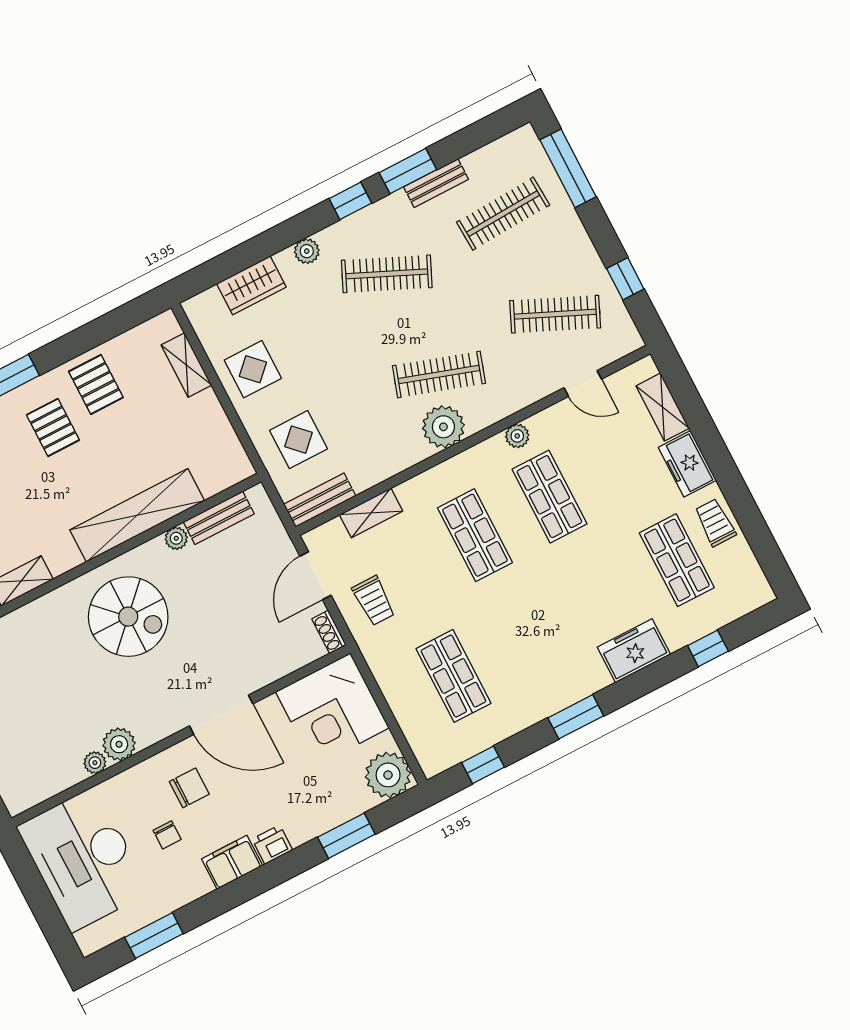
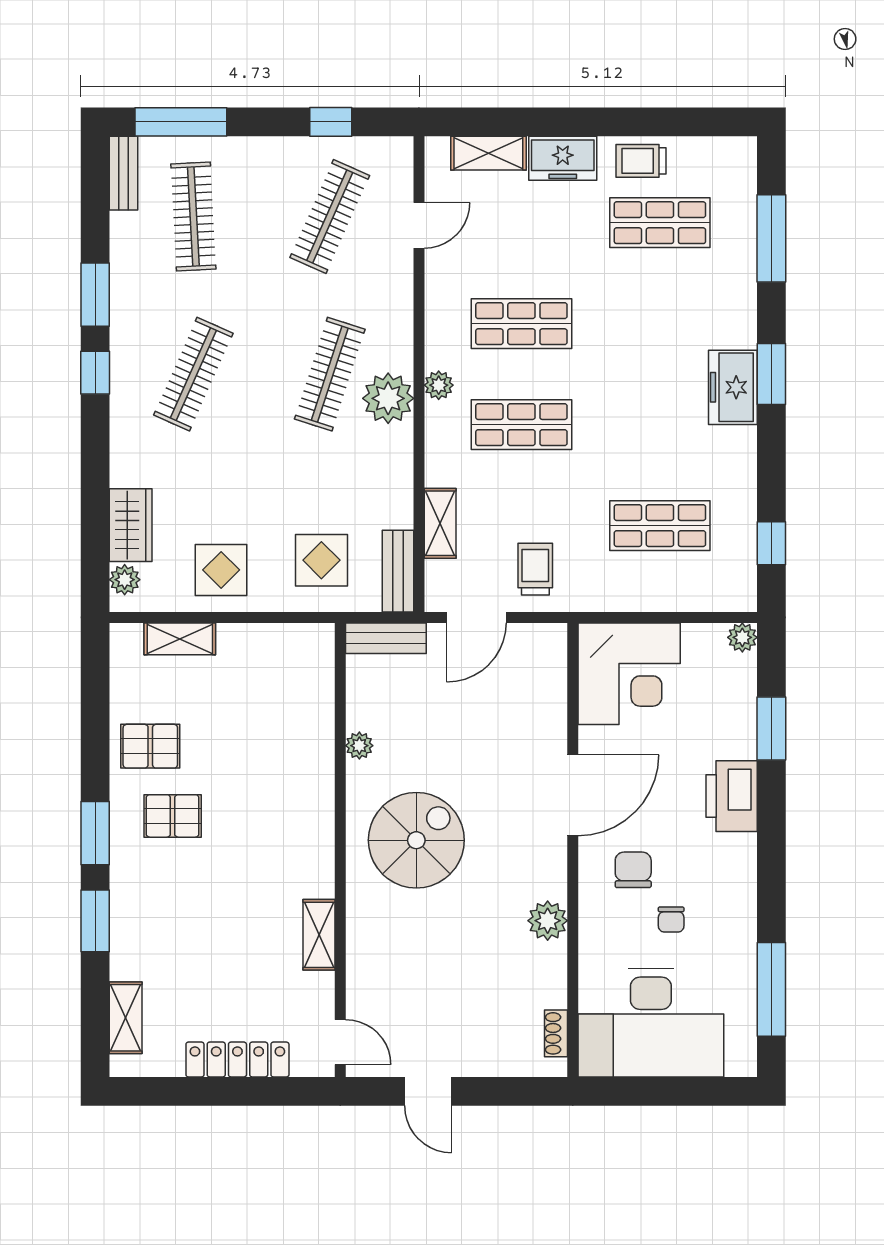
bench: (436, 183) -> (124, 173), moved
plant: (307, 251) -> (125, 580), moved
plant: (517, 436) -> (439, 385), moved
shelving: (137, 515) -> (313, 775), removed
bench: (219, 518) -> (386, 638), moved, turned 90
door: (316, 576) -> (476, 617), hinge flipped
trolley: (374, 601) -> (535, 569), turned -90
shoe rack: (329, 632) -> (556, 1033), moved, turned 90
window: (708, 648) -> (771, 238), width x2.17
freezer: (634, 651) -> (733, 387), moved
window: (576, 717) -> (771, 374), moved
plant: (95, 763) -> (554, 957), removed
plant: (388, 775) -> (742, 637), width x0.53, depth x0.53
chair: (167, 835) -> (671, 920), turned 90
printer: (272, 845) -> (732, 796), width x1.87, depth x1.48
filing cabinet: (232, 862) -> (736, 865), removed
window: (154, 935) -> (771, 989), width x1.44

